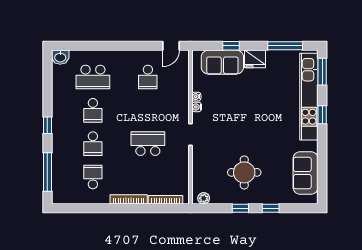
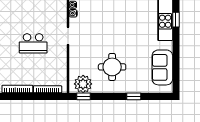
school desk: (148, 144) -> (33, 43), turned 180
plant: (204, 198) -> (83, 84), width x1.87, depth x1.87
window: (240, 208) -> (84, 96), moved

